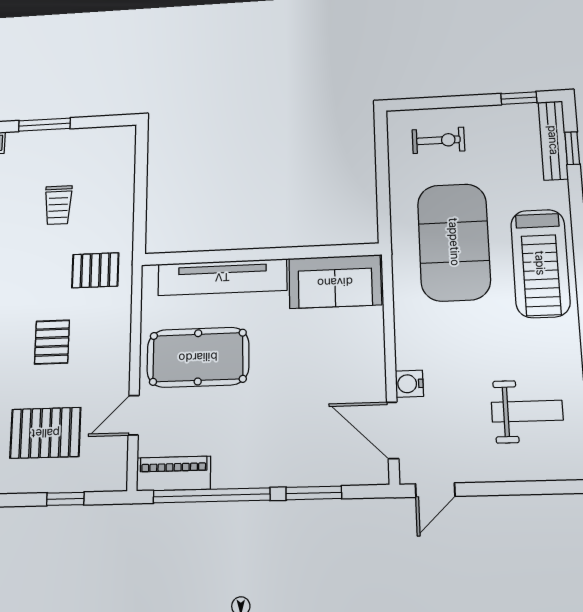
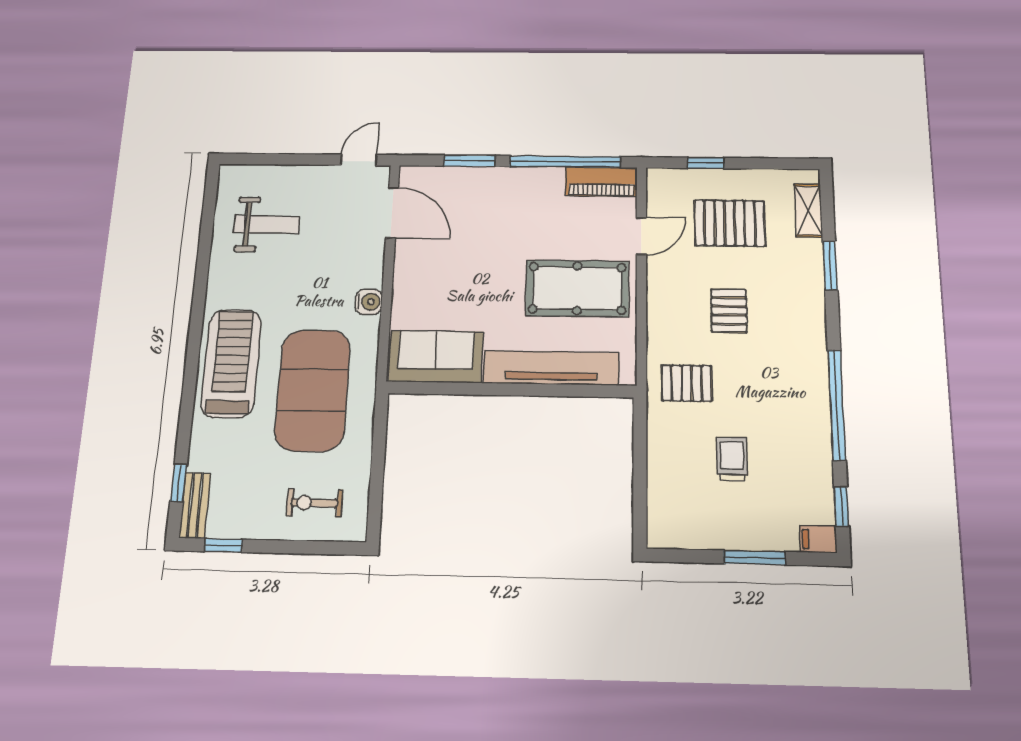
bench: (553, 140) -> (195, 505), width x0.73
water cooler: (409, 384) -> (369, 302), moved
weight bench: (527, 411) -> (267, 224), turned 180

